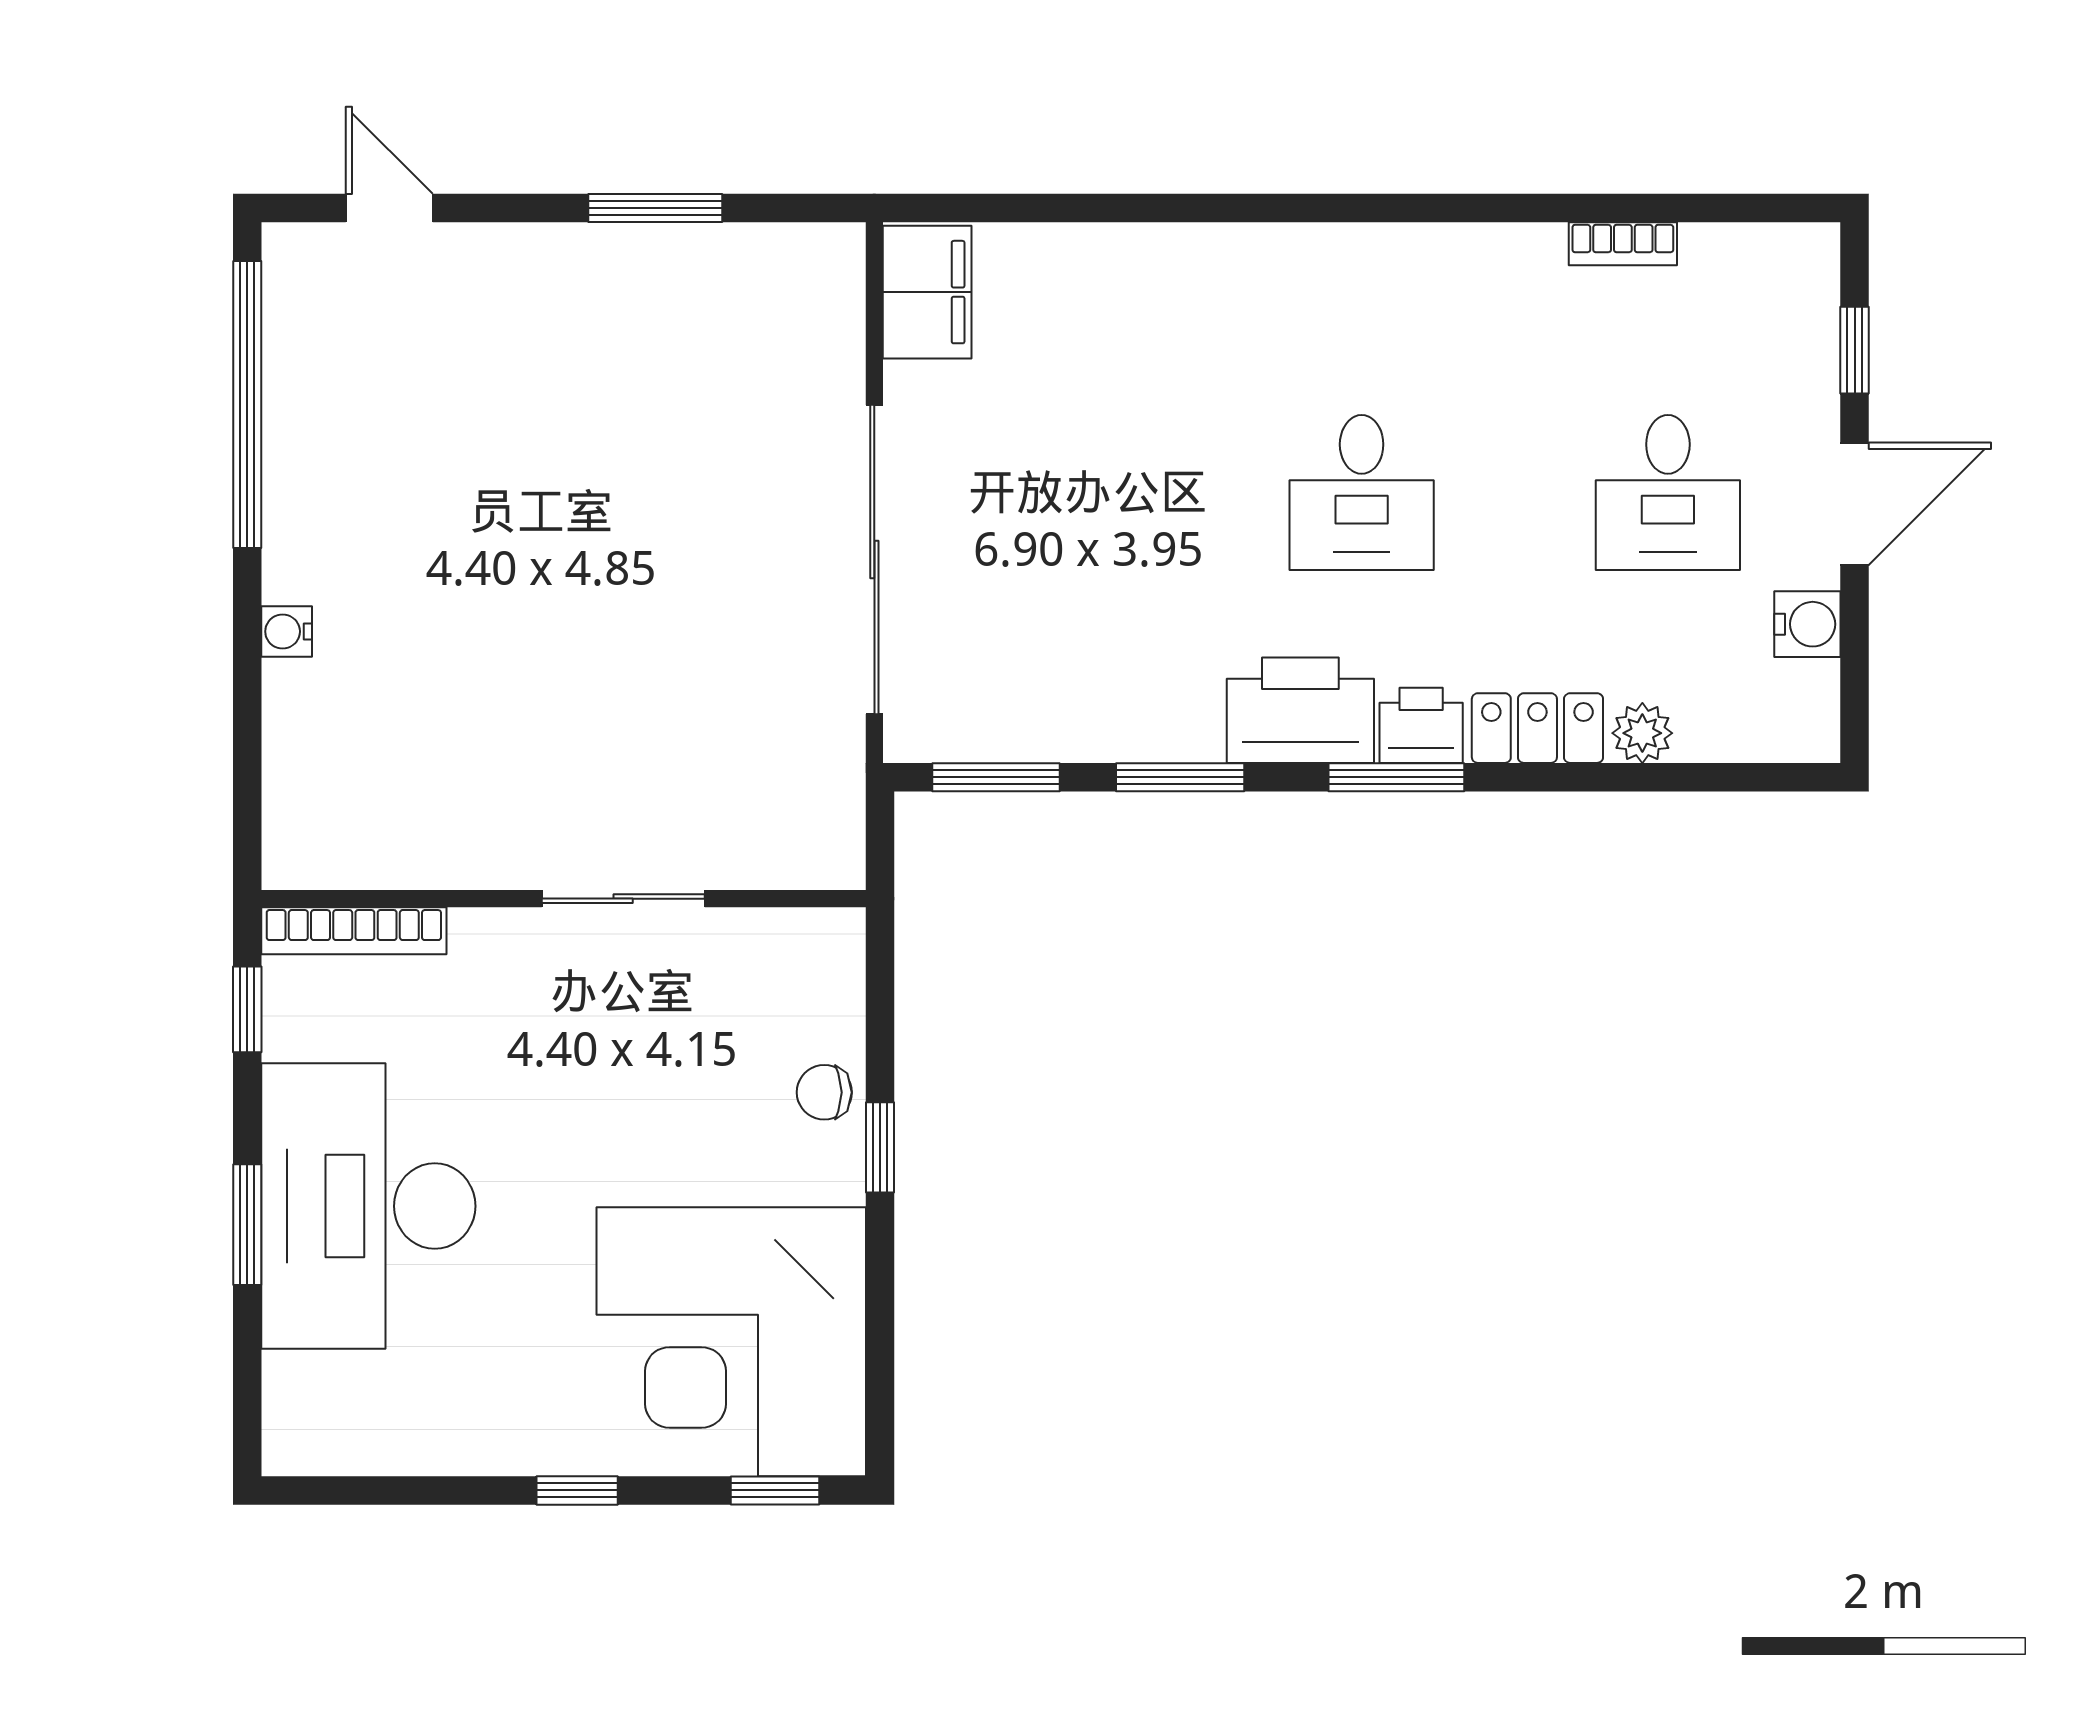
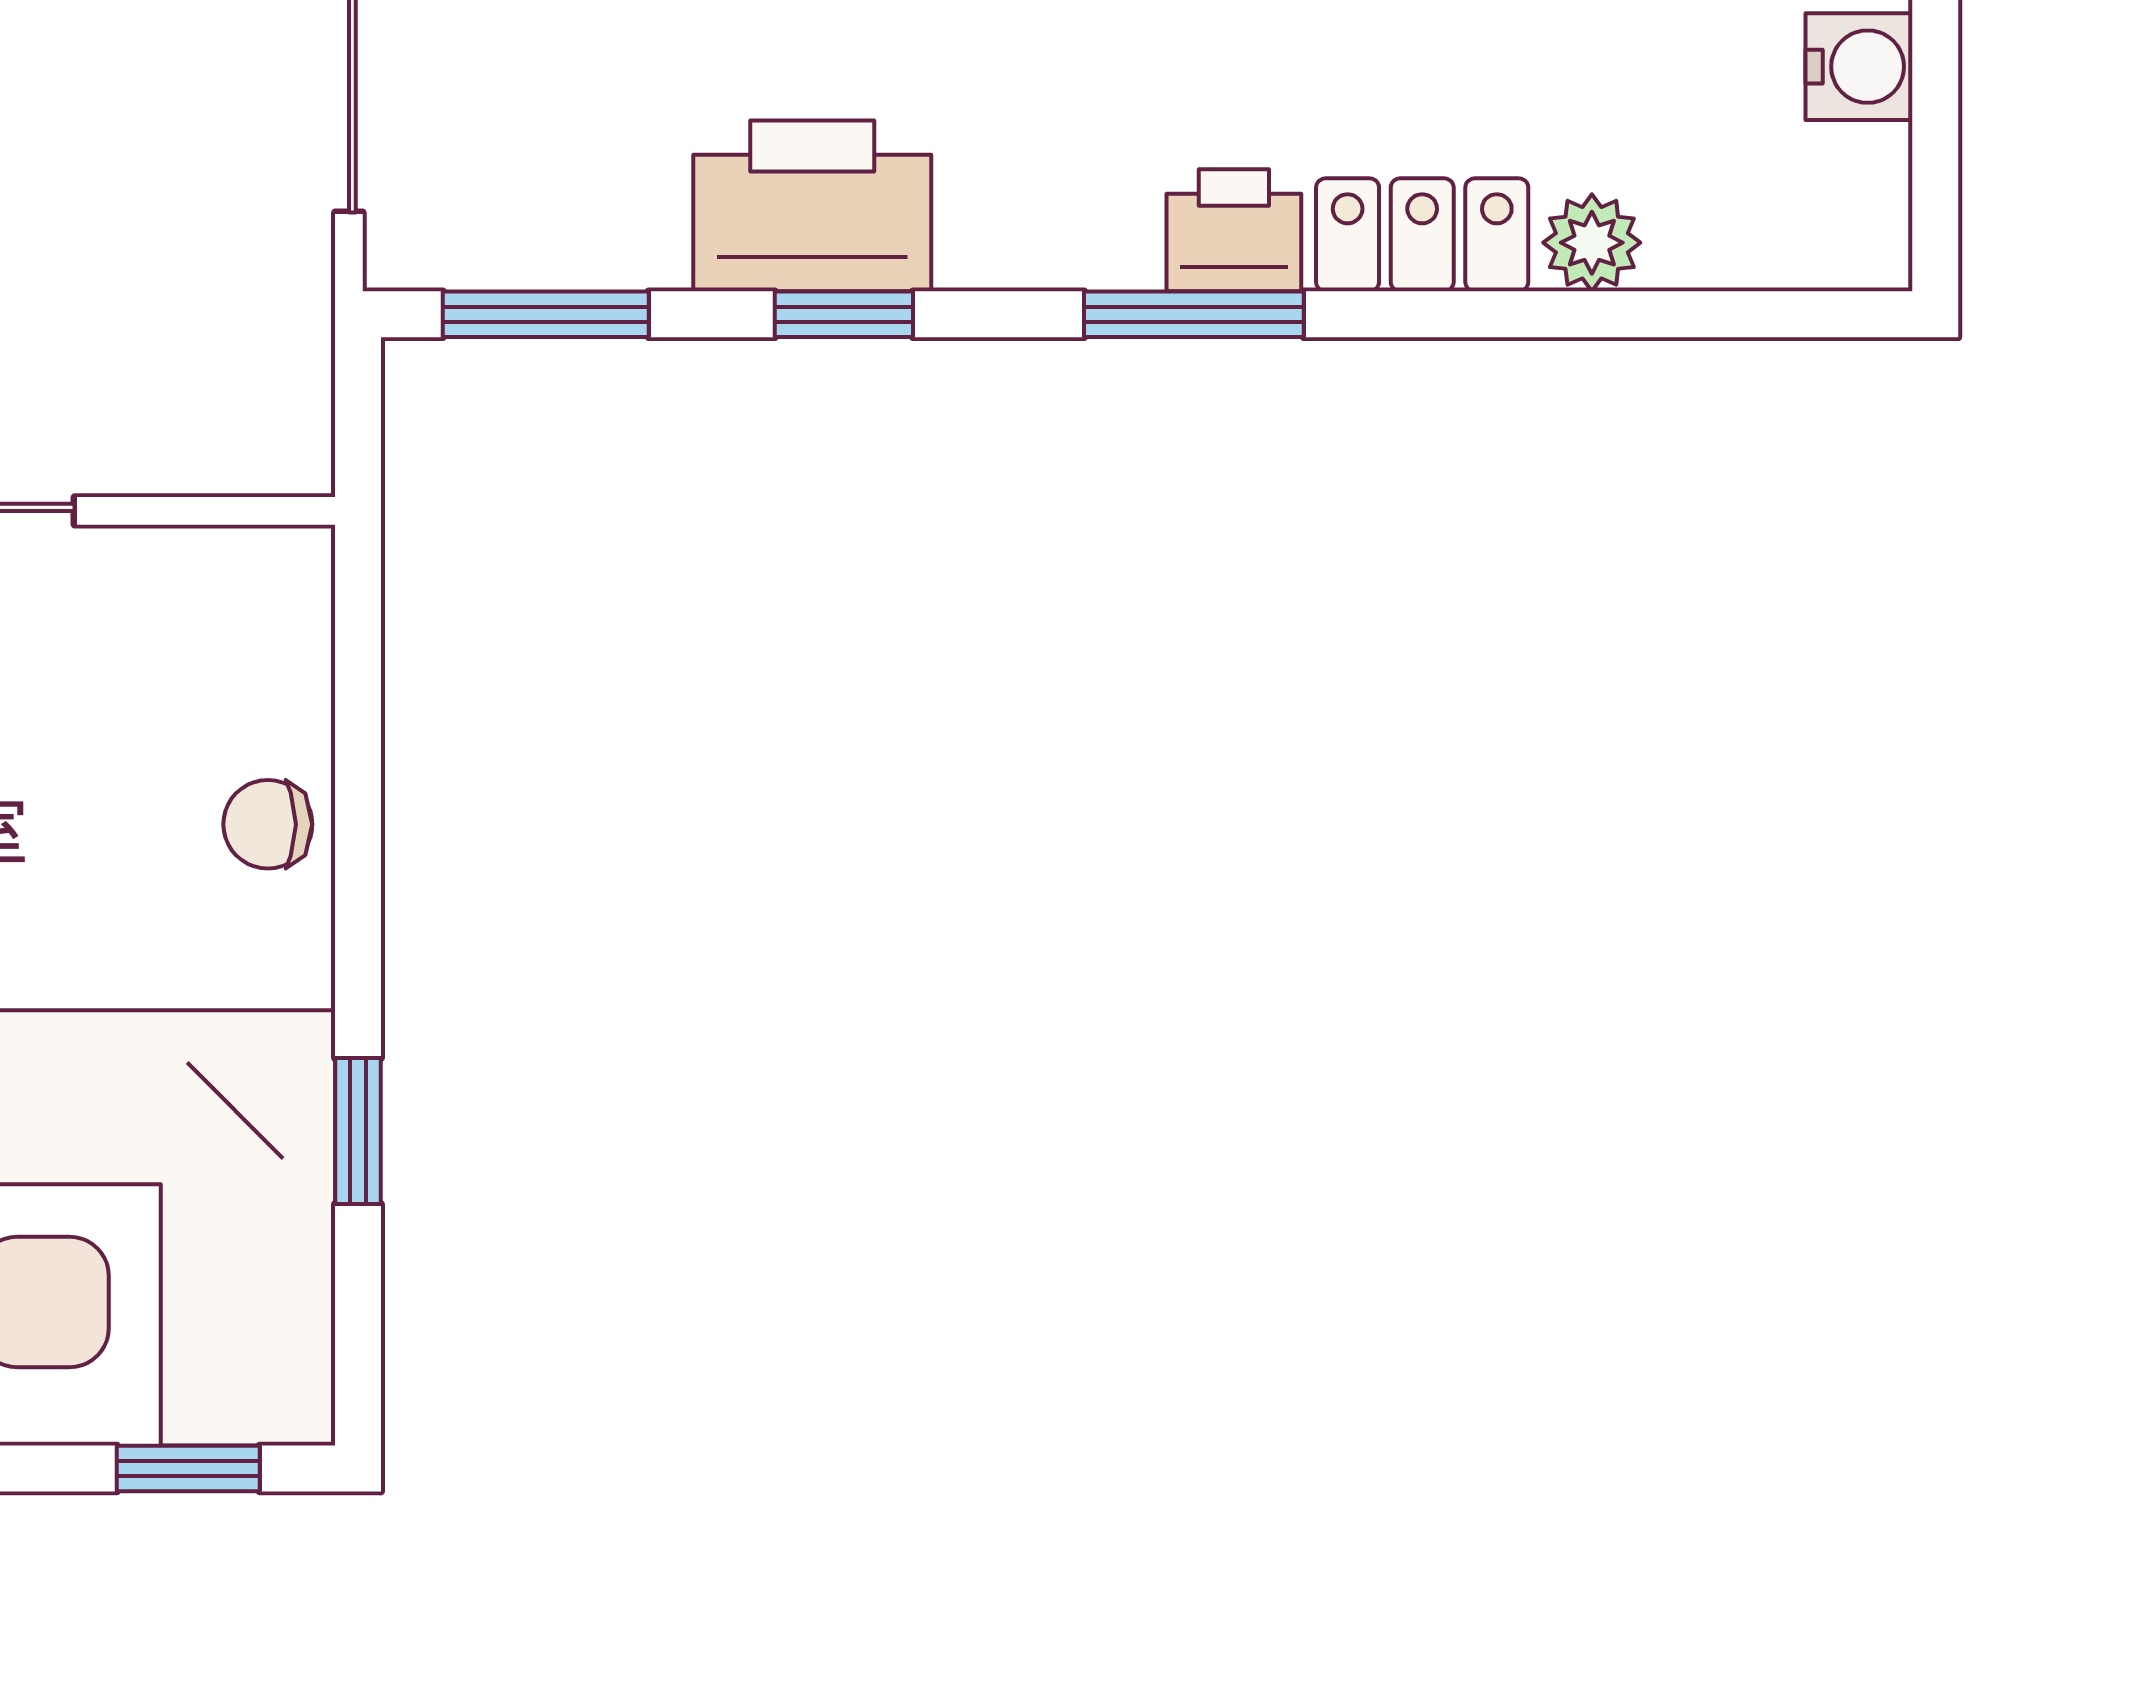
printer: (1300, 710) -> (812, 206), moved
window: (1180, 777) -> (844, 314), width x0.67
window: (880, 1147) -> (358, 1131), moved

